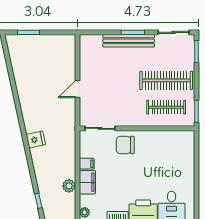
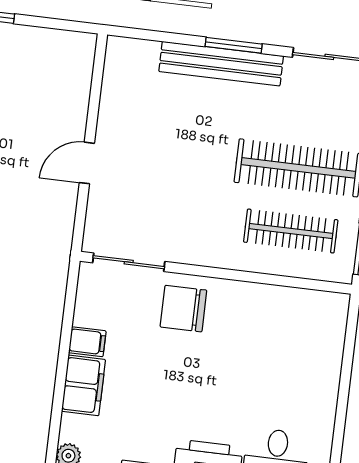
plant: (69, 186) -> (39, 389), removed

